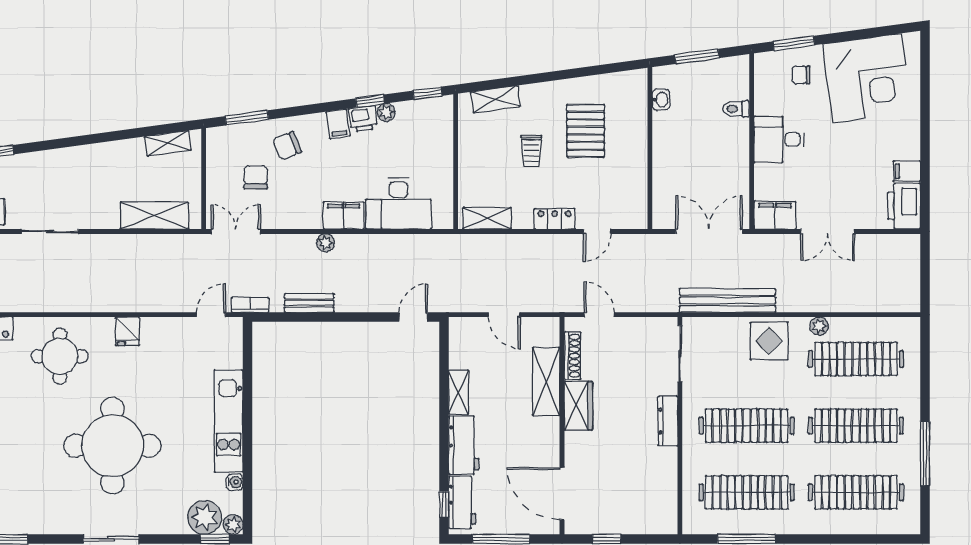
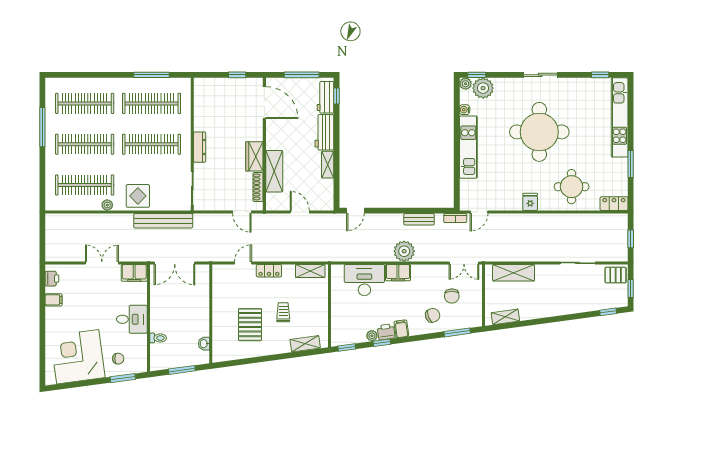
printer: (904, 206) -> (52, 279), width x0.53, depth x0.68
plant: (326, 243) -> (404, 251), width x1.87, depth x1.87

